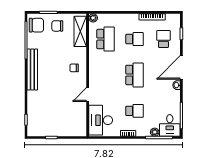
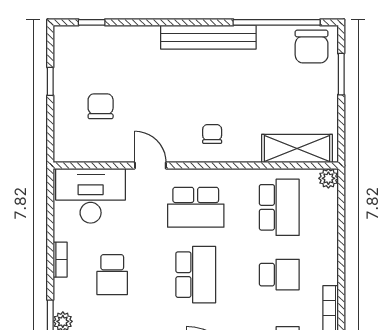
chair: (57, 26) -> (101, 106), moved
school desk: (106, 39) -> (279, 207), turned -90
school desk: (135, 39) -> (279, 275), turned -90
school desk: (106, 75) -> (196, 207), added
school desk: (135, 75) -> (196, 275), turned -90

